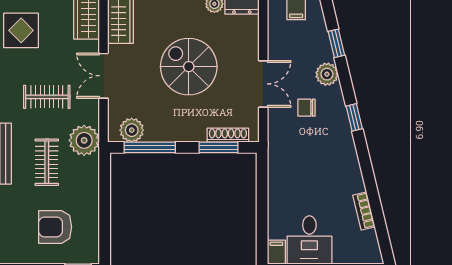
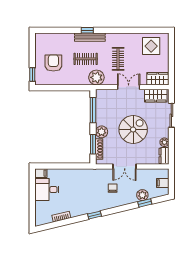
plant: (327, 74) -> (142, 195), moved
window: (354, 117) -> (95, 215), moved
plant: (132, 130) -> (102, 132), moved

